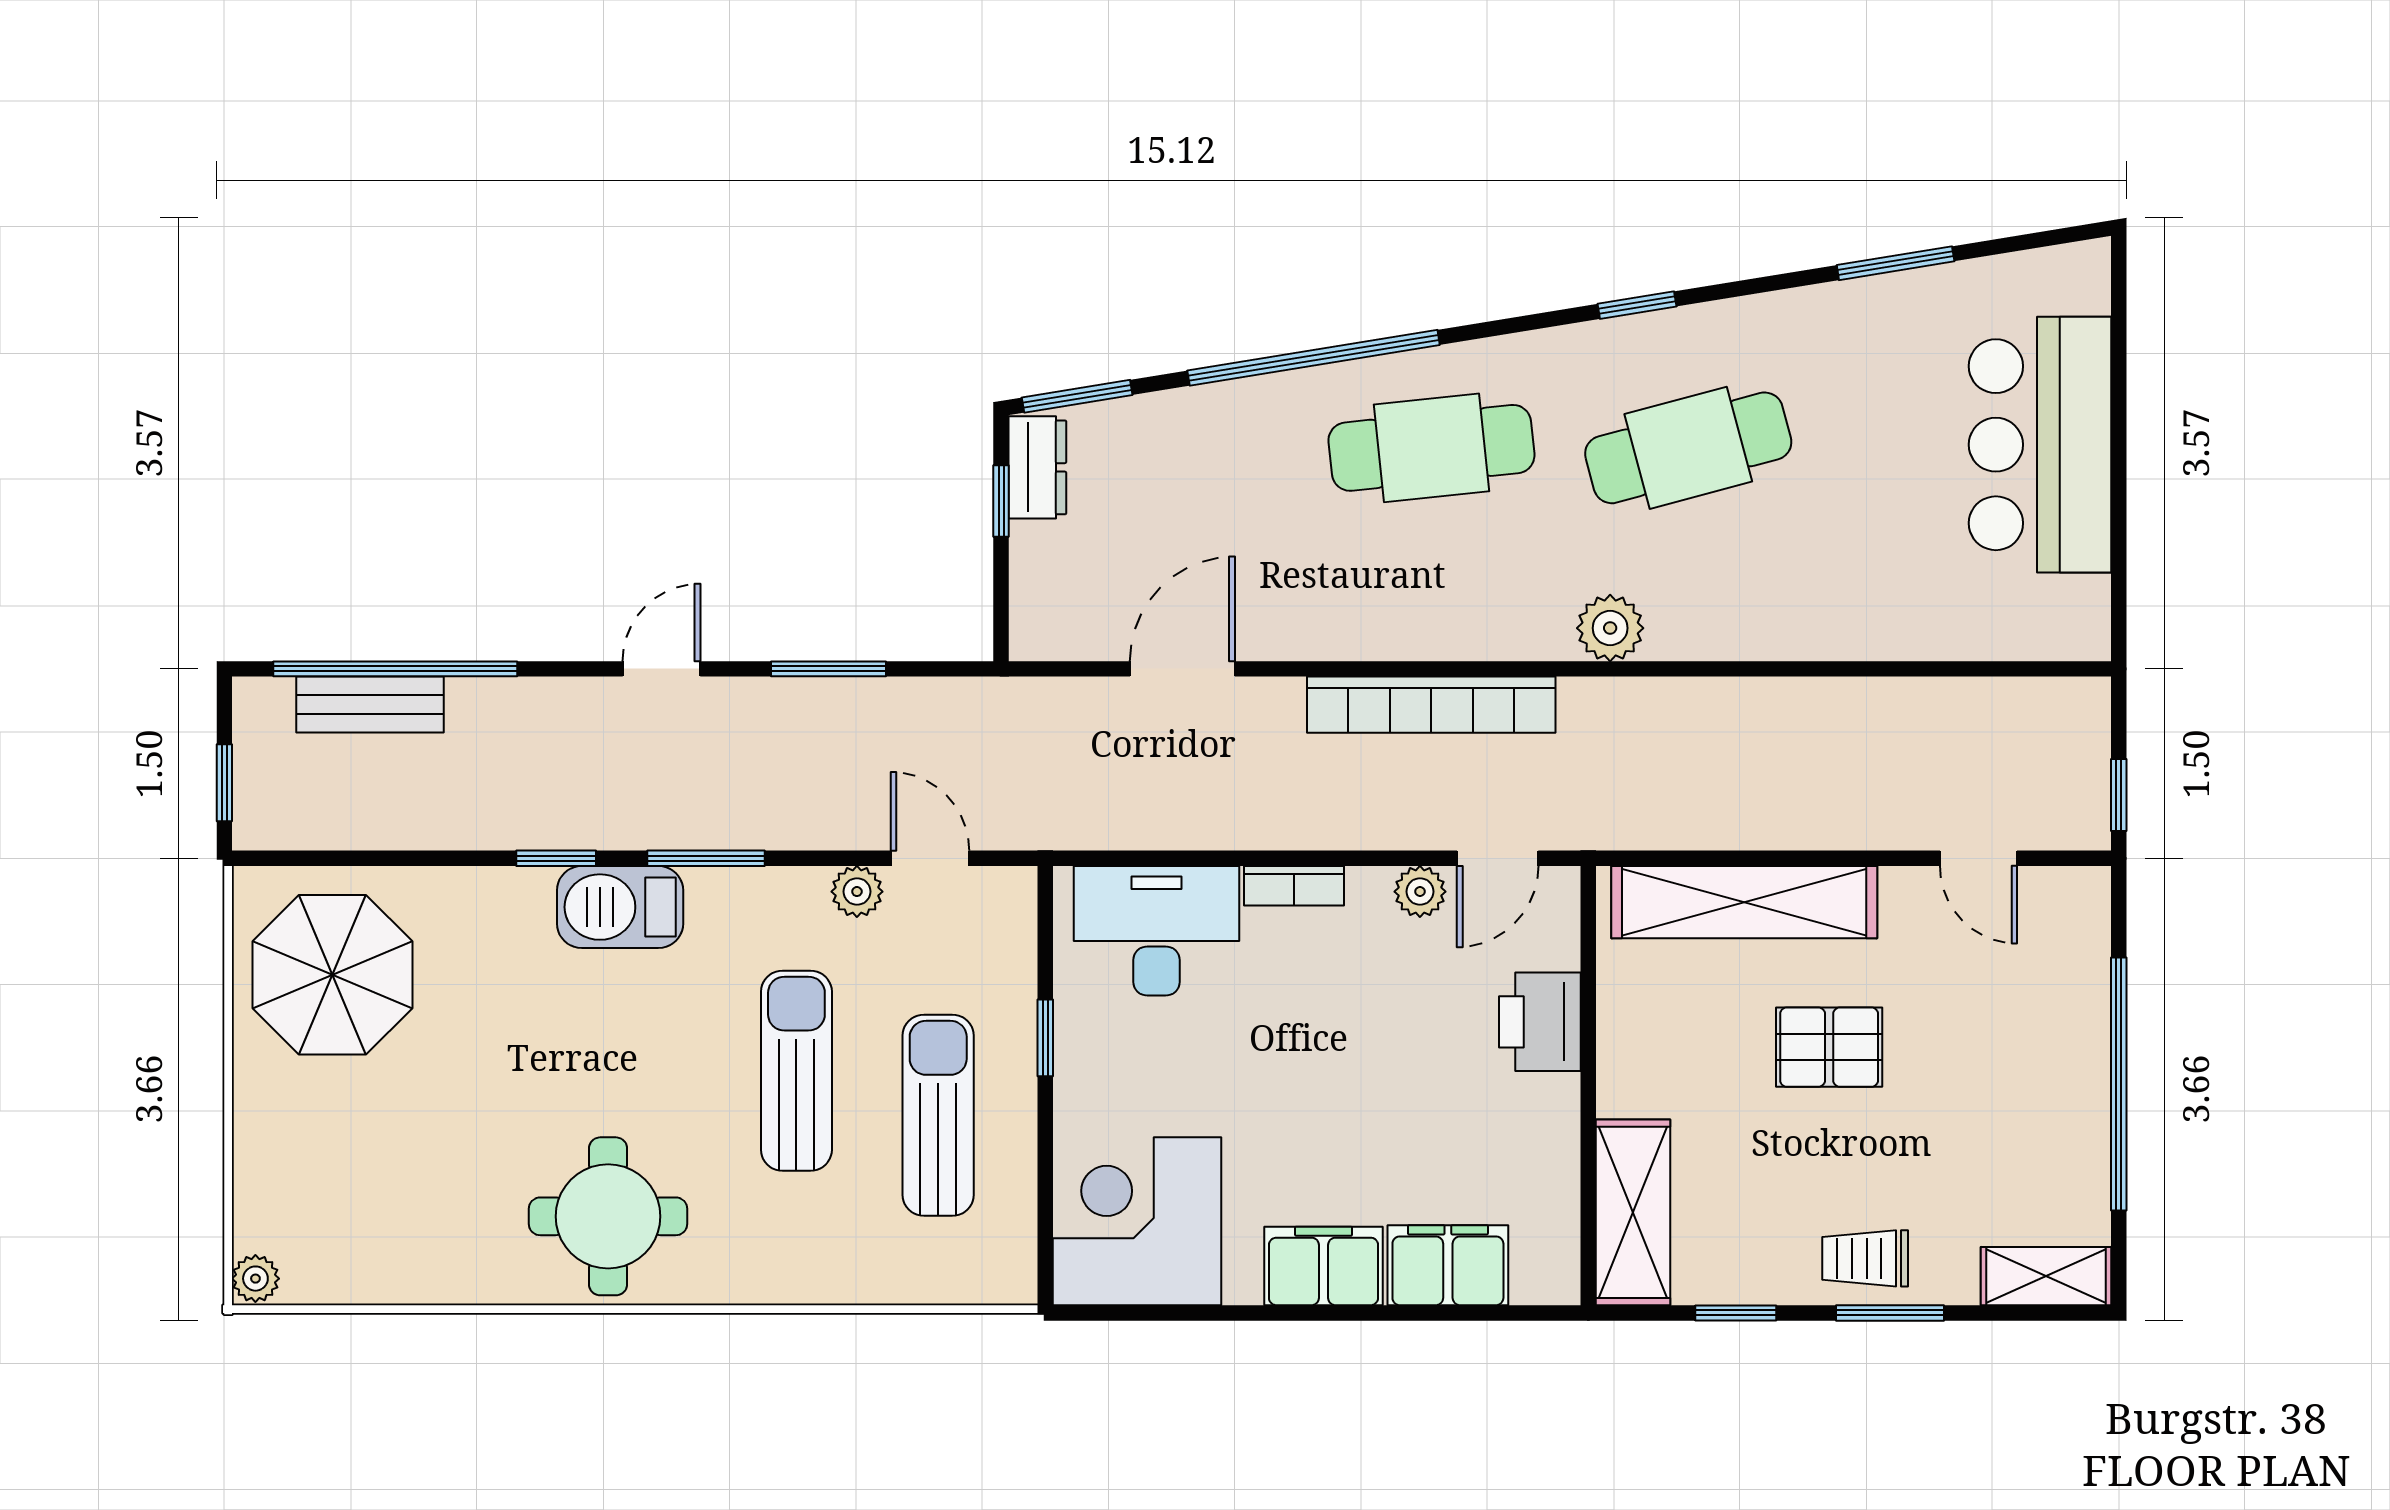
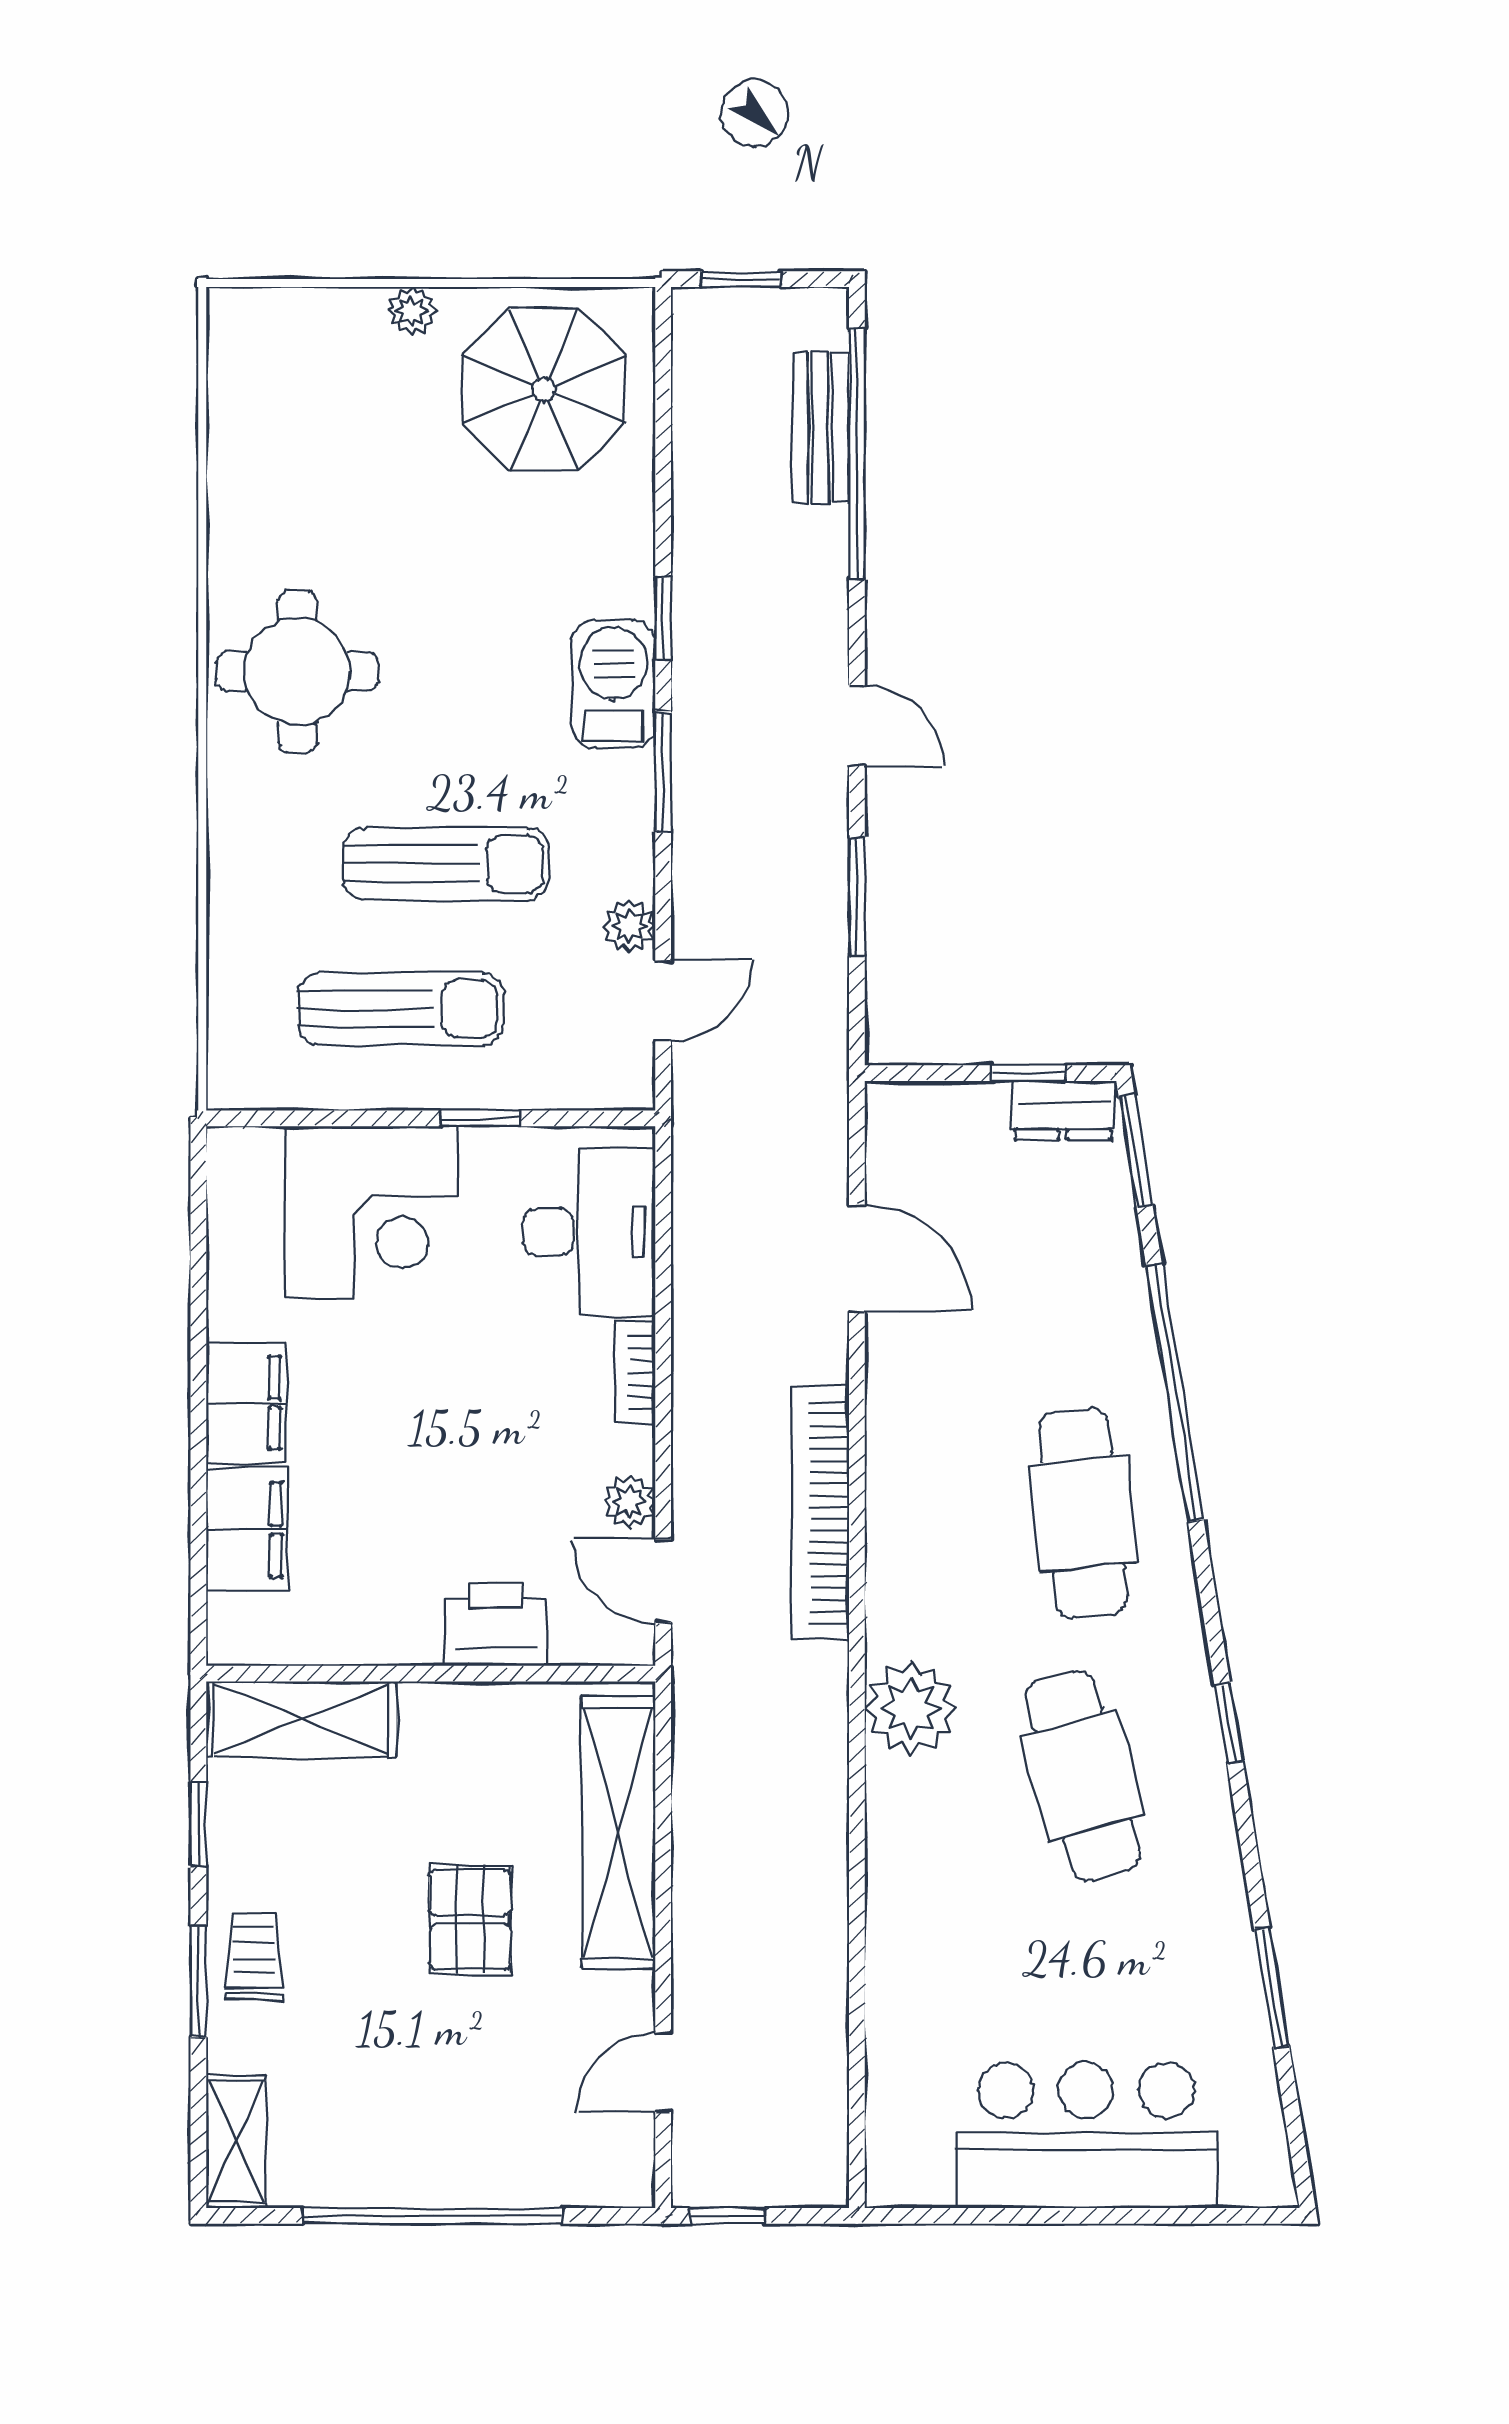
plant: (1610, 628) -> (911, 1708), width x1.36, depth x1.36
corner desk: (1137, 1221) -> (371, 1212), moved, turned 90
plant: (255, 1279) -> (412, 311), moved

